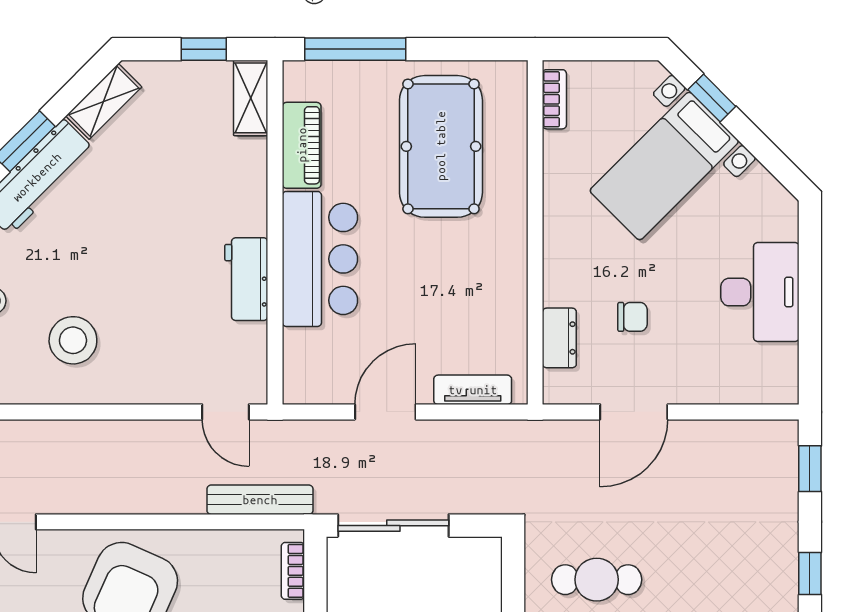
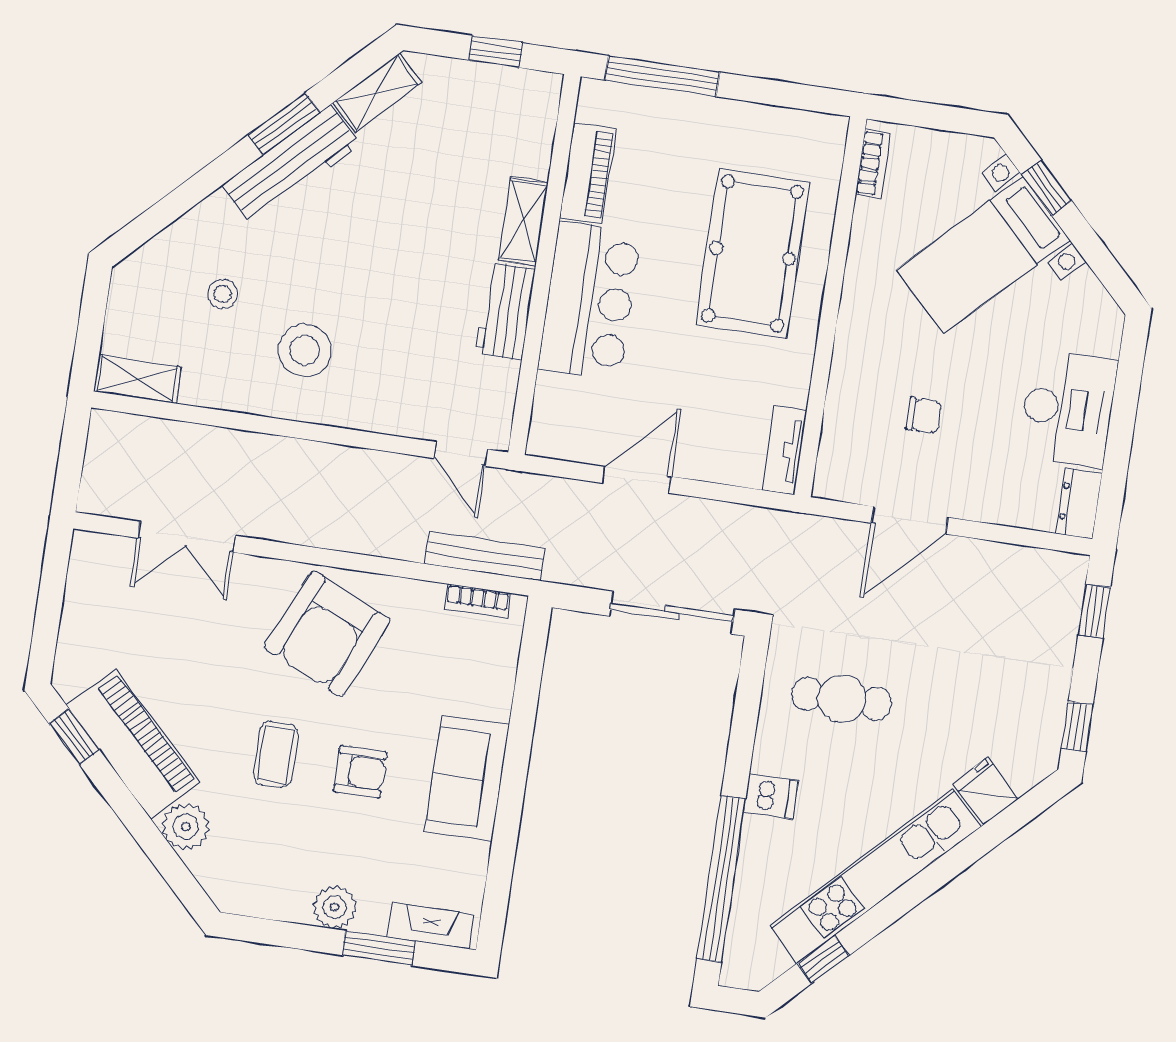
shelving: (251, 98) -> (523, 222), moved
pool table: (441, 146) -> (753, 254), moved
dresser: (559, 338) -> (1079, 503), moved, turned 180
tv unit: (473, 390) -> (784, 450), moved, turned -90
sliding door: (393, 526) -> (672, 613), moved
bookcase: (293, 571) -> (477, 601), moved, turned -90

